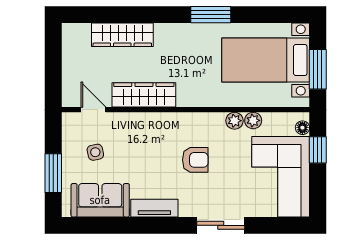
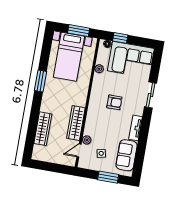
plant: (234, 121) -> (87, 140), moved
armchair: (195, 160) -> (114, 102), turned 90

